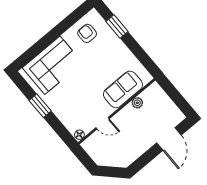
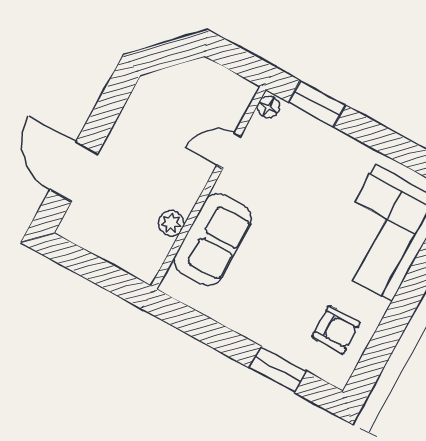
window: (40, 106) -> (317, 104), moved

